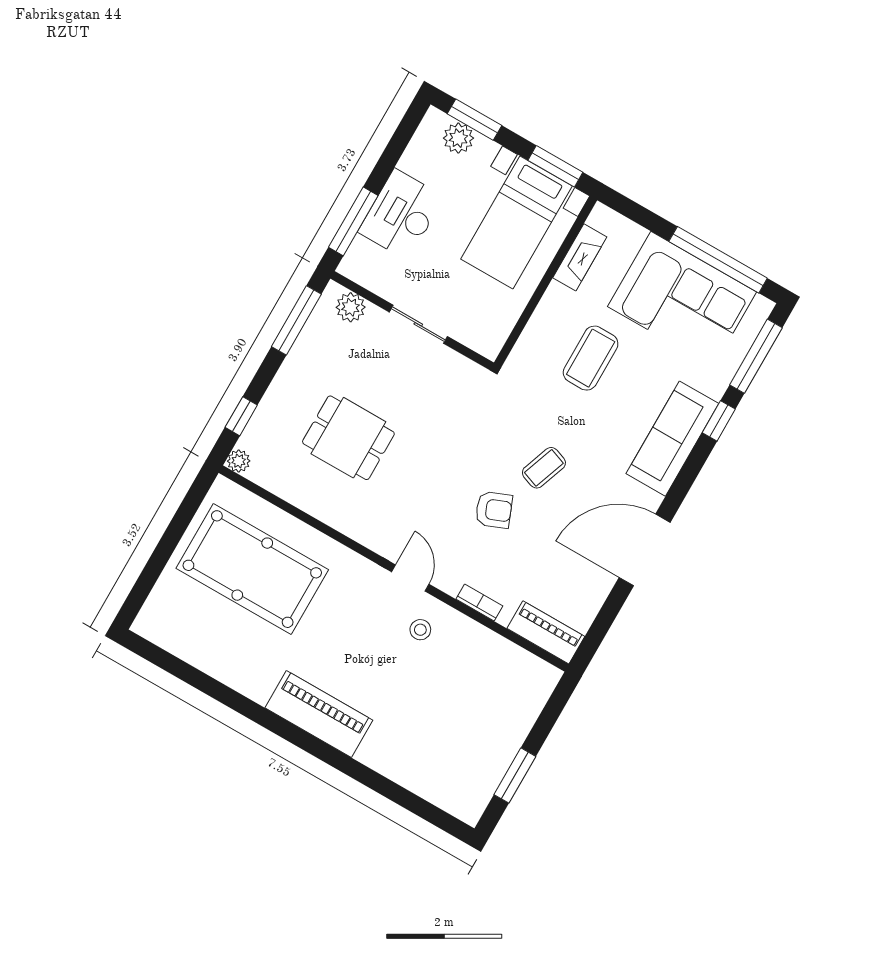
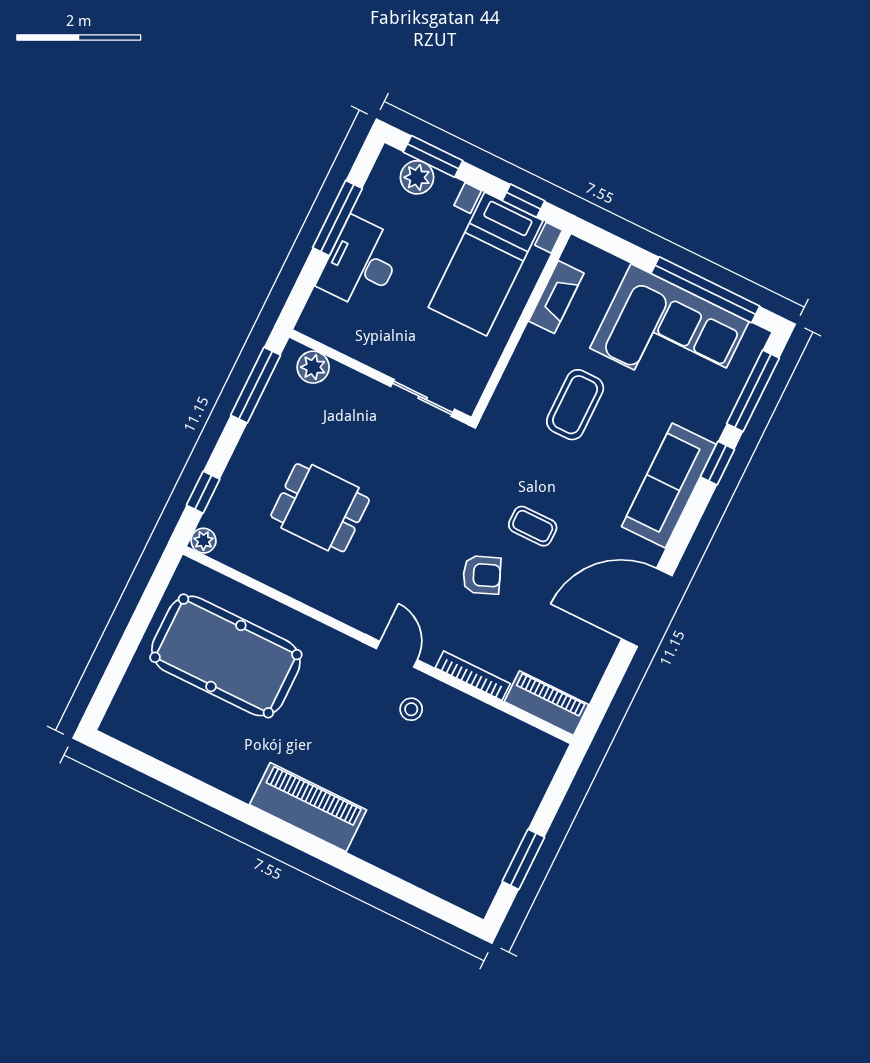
window: (555, 166) -> (523, 201), width x0.67
window: (353, 221) -> (337, 218), moved
sliding door: (418, 324) -> (423, 398), moved
coffee table: (544, 468) -> (533, 526), turned 70
bookcase: (479, 602) -> (473, 676), width x1.56

